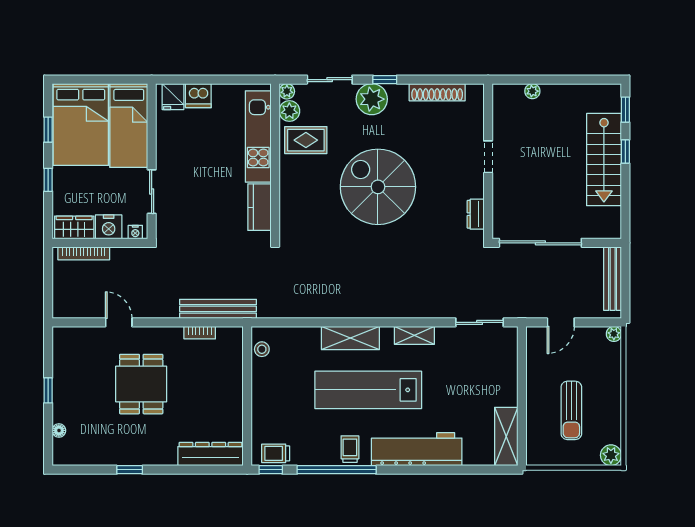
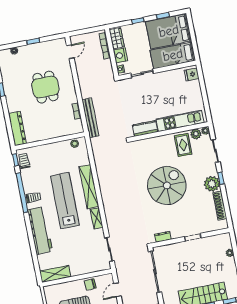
dishwasher: (198, 96) -> (195, 87), removed
plant: (372, 99) -> (212, 184), moved
door: (119, 322) -> (70, 52), moved
door: (561, 322) -> (117, 290), hinge flipped
shelving: (350, 338) -> (89, 187), width x1.47
chair: (540, 373) -> (90, 284), added
dining table: (141, 384) -> (45, 87), turned 90

